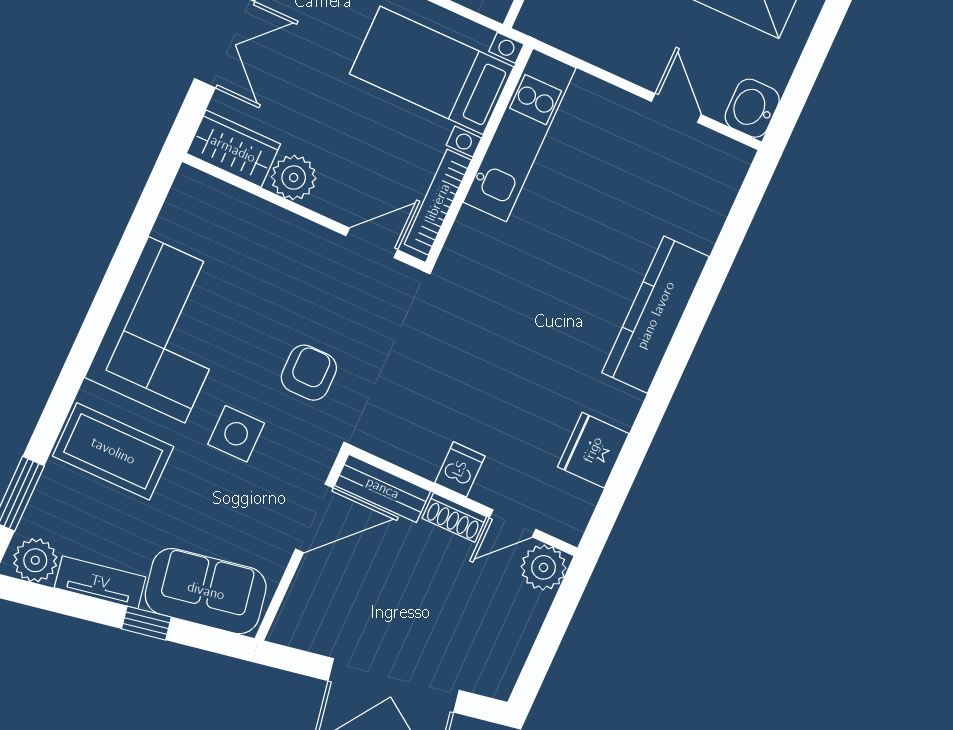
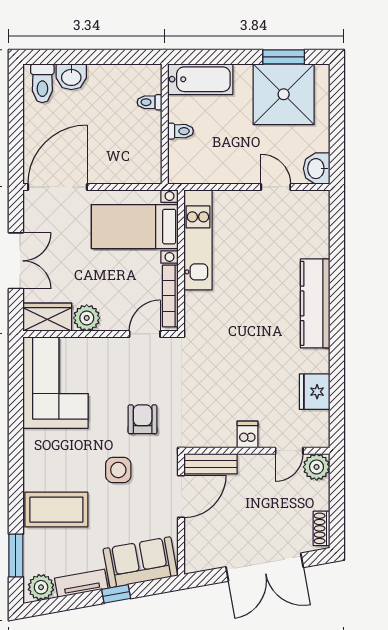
corner sofa: (167, 330) -> (55, 383), moved
shoe rack: (454, 518) -> (322, 528), moved, turned 90

